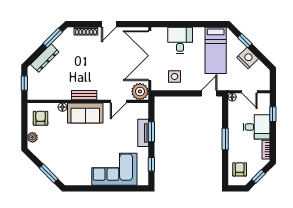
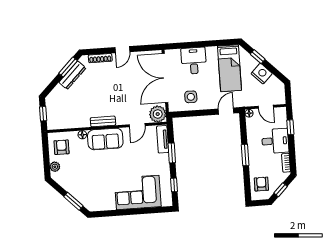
dresser: (45, 58) -> (72, 75), moved
tv unit: (143, 133) -> (163, 139), moved

